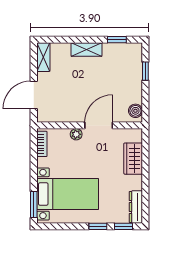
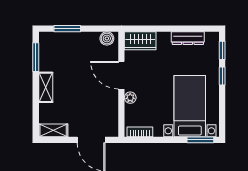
window: (117, 40) -> (36, 57), width x1.50
window: (145, 71) -> (67, 29), width x1.50
wardrobe: (133, 159) -> (140, 41), moved
dresser: (136, 207) -> (188, 38), moved

